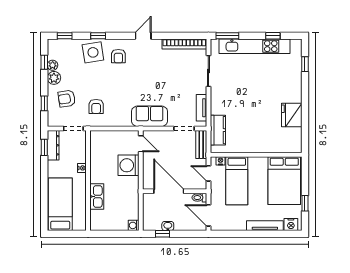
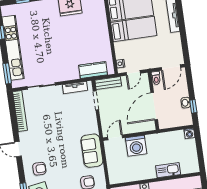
sofa: (150, 116) -> (92, 151), moved
bed: (237, 181) -> (134, 29), moved

